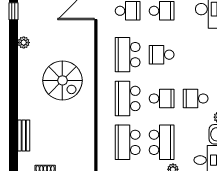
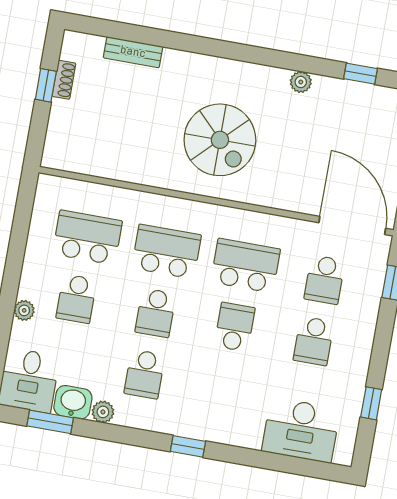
spiral stairs: (62, 80) -> (220, 140), turned -90
school desk: (196, 98) -> (145, 374), turned 180
school desk: (162, 142) -> (76, 299), width x0.54

